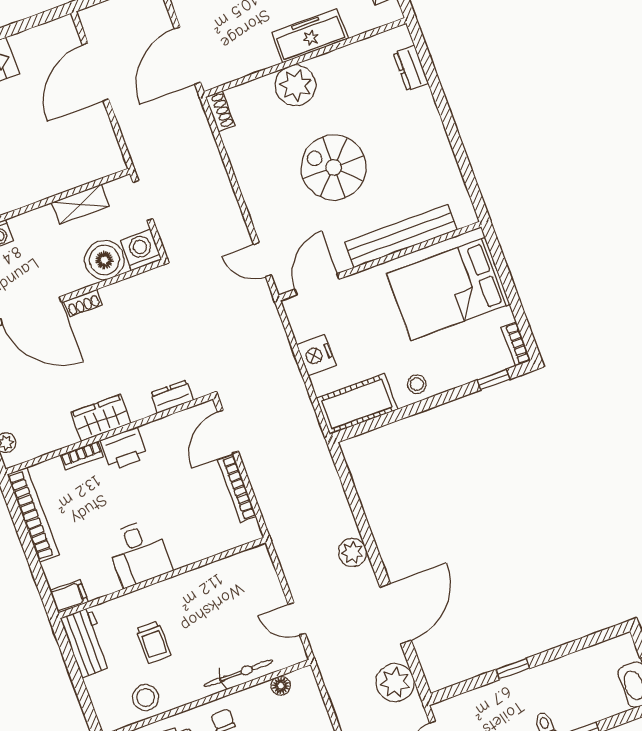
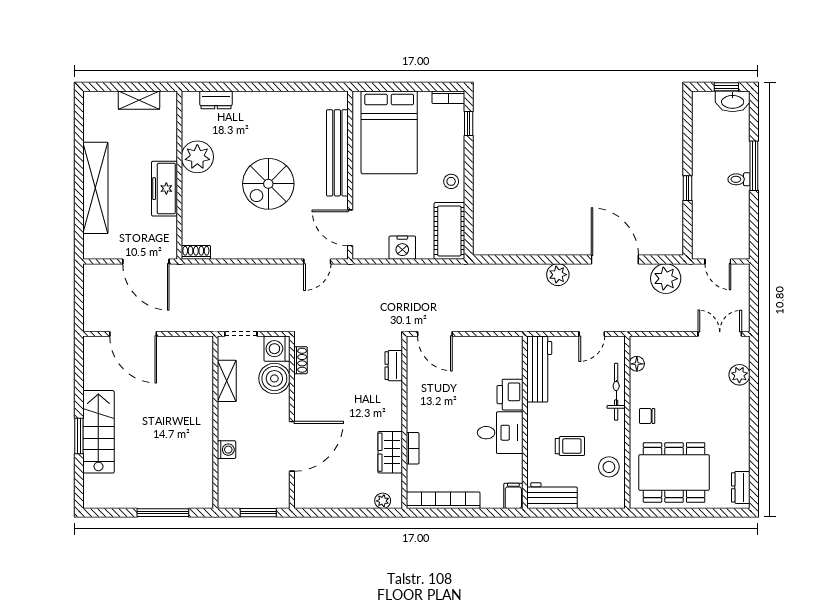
freezer: (310, 36) -> (165, 189), moved
plant: (296, 85) -> (197, 157), moved
shoe rack: (83, 303) -> (300, 360), moved
wardrobe: (101, 418) -> (390, 452), moved
printer: (124, 449) -> (510, 395), moved, turned 180
bookcase: (237, 488) -> (479, 343), removed
workbench: (232, 572) -> (539, 369), added

